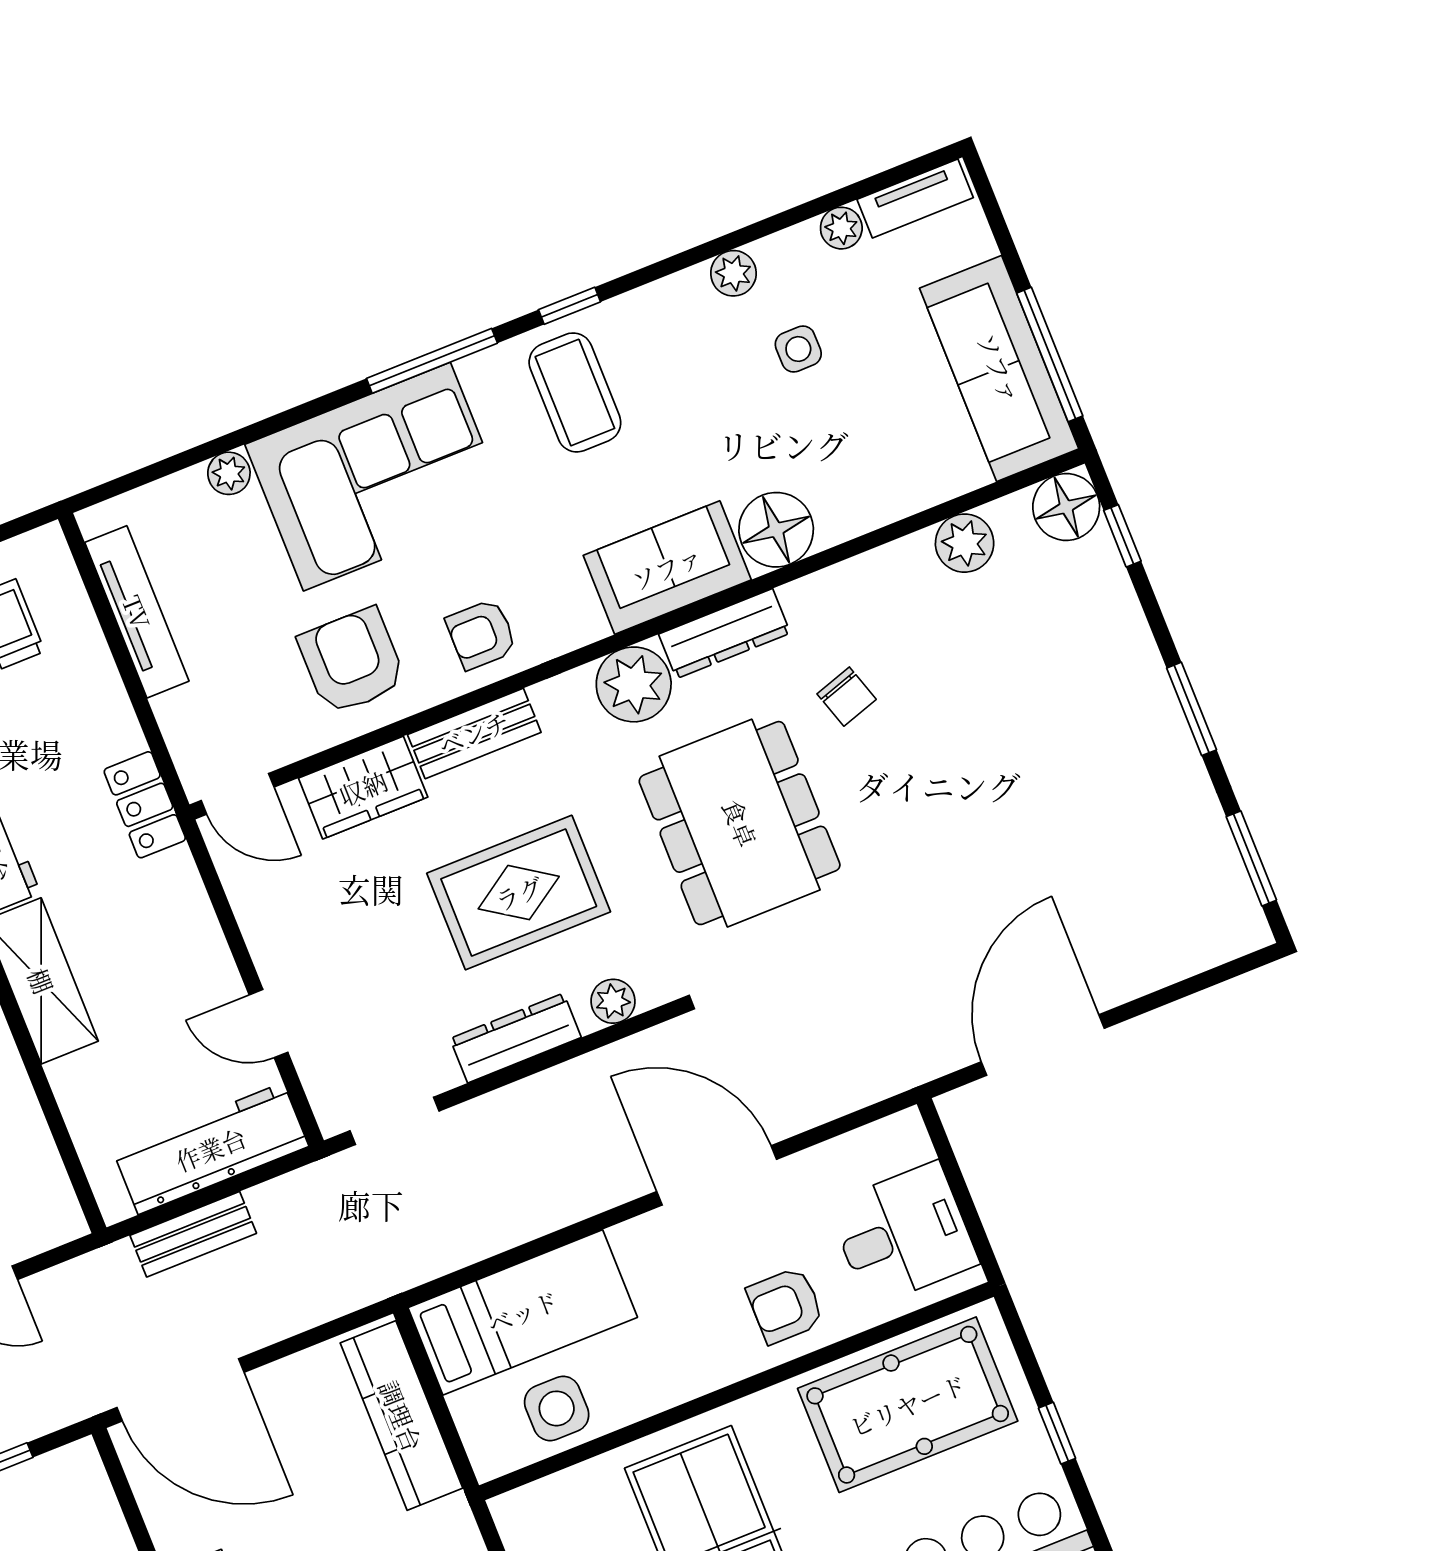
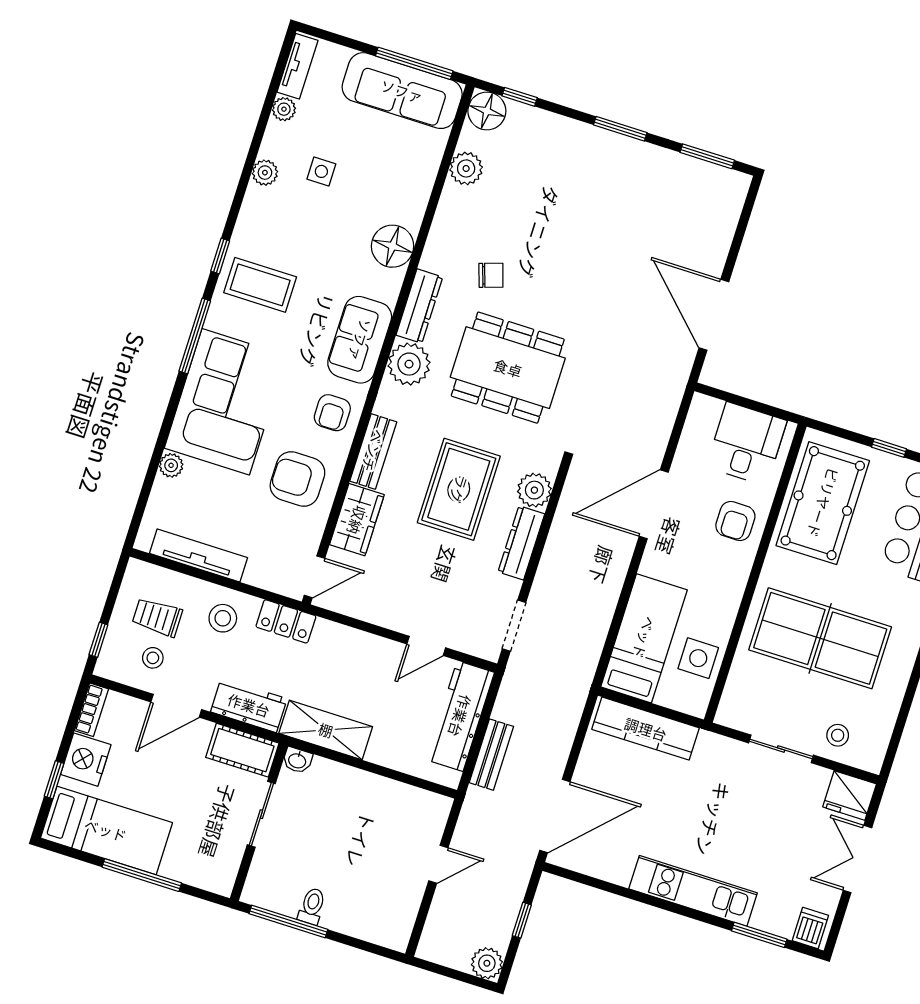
sofa: (667, 568) -> (360, 340), moved
stool: (78, 715) -> (223, 618), added
plant: (613, 1001) -> (534, 490), width x1.38, depth x1.38

